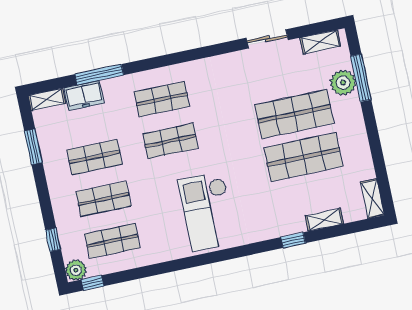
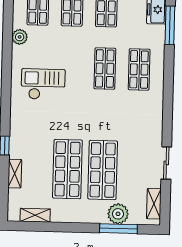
shelving: (372, 199) -> (35, 215), moved
checkout: (208, 211) -> (43, 84), width x0.73, depth x0.83
plant: (157, 254) -> (20, 37), added

